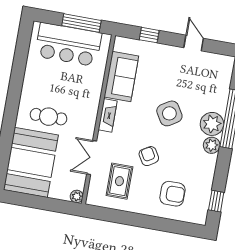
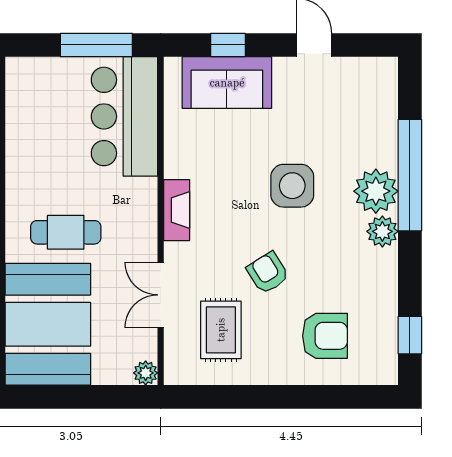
bar counter: (68, 45) -> (124, 116), moved, turned 90
sofa: (121, 77) -> (227, 83), moved, turned 90
side table: (169, 113) -> (292, 186), turned 32

